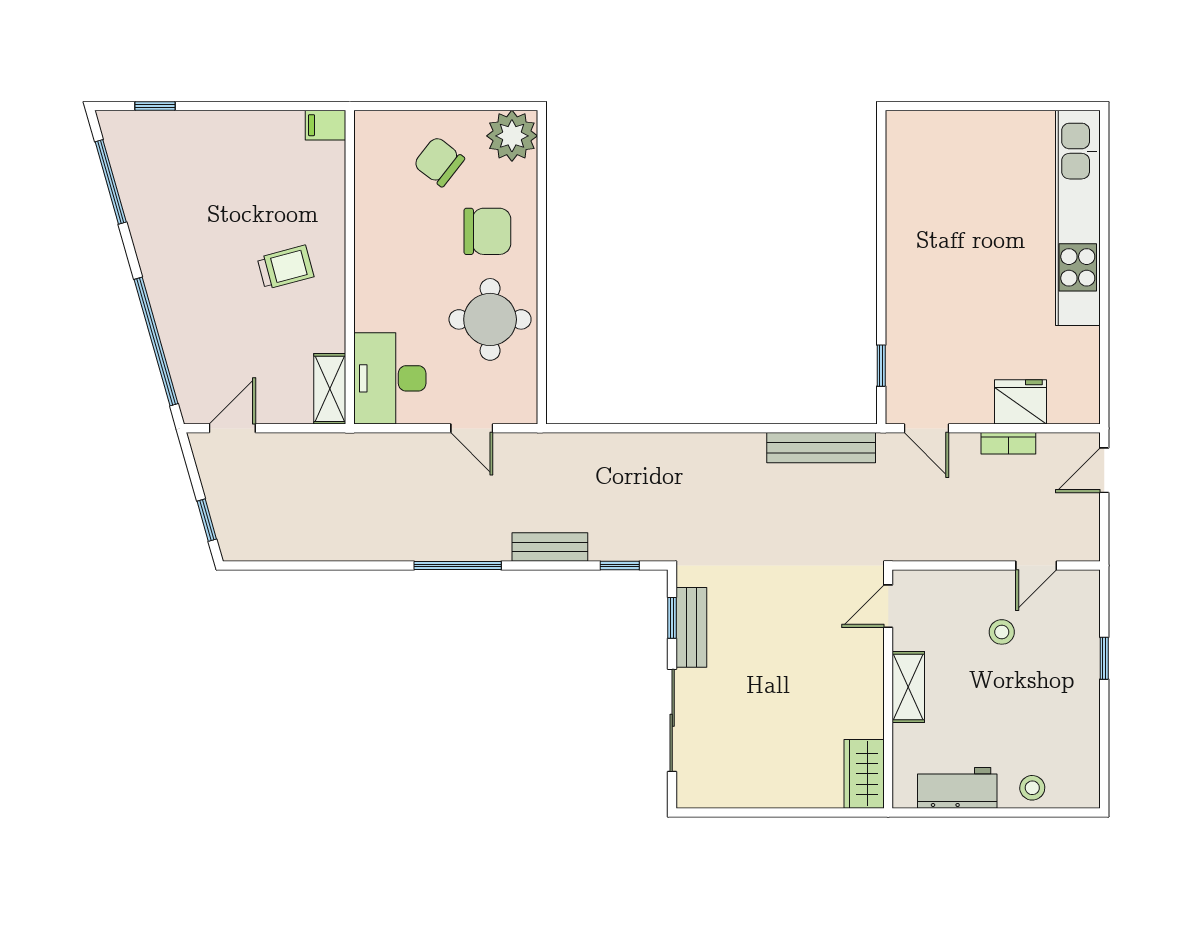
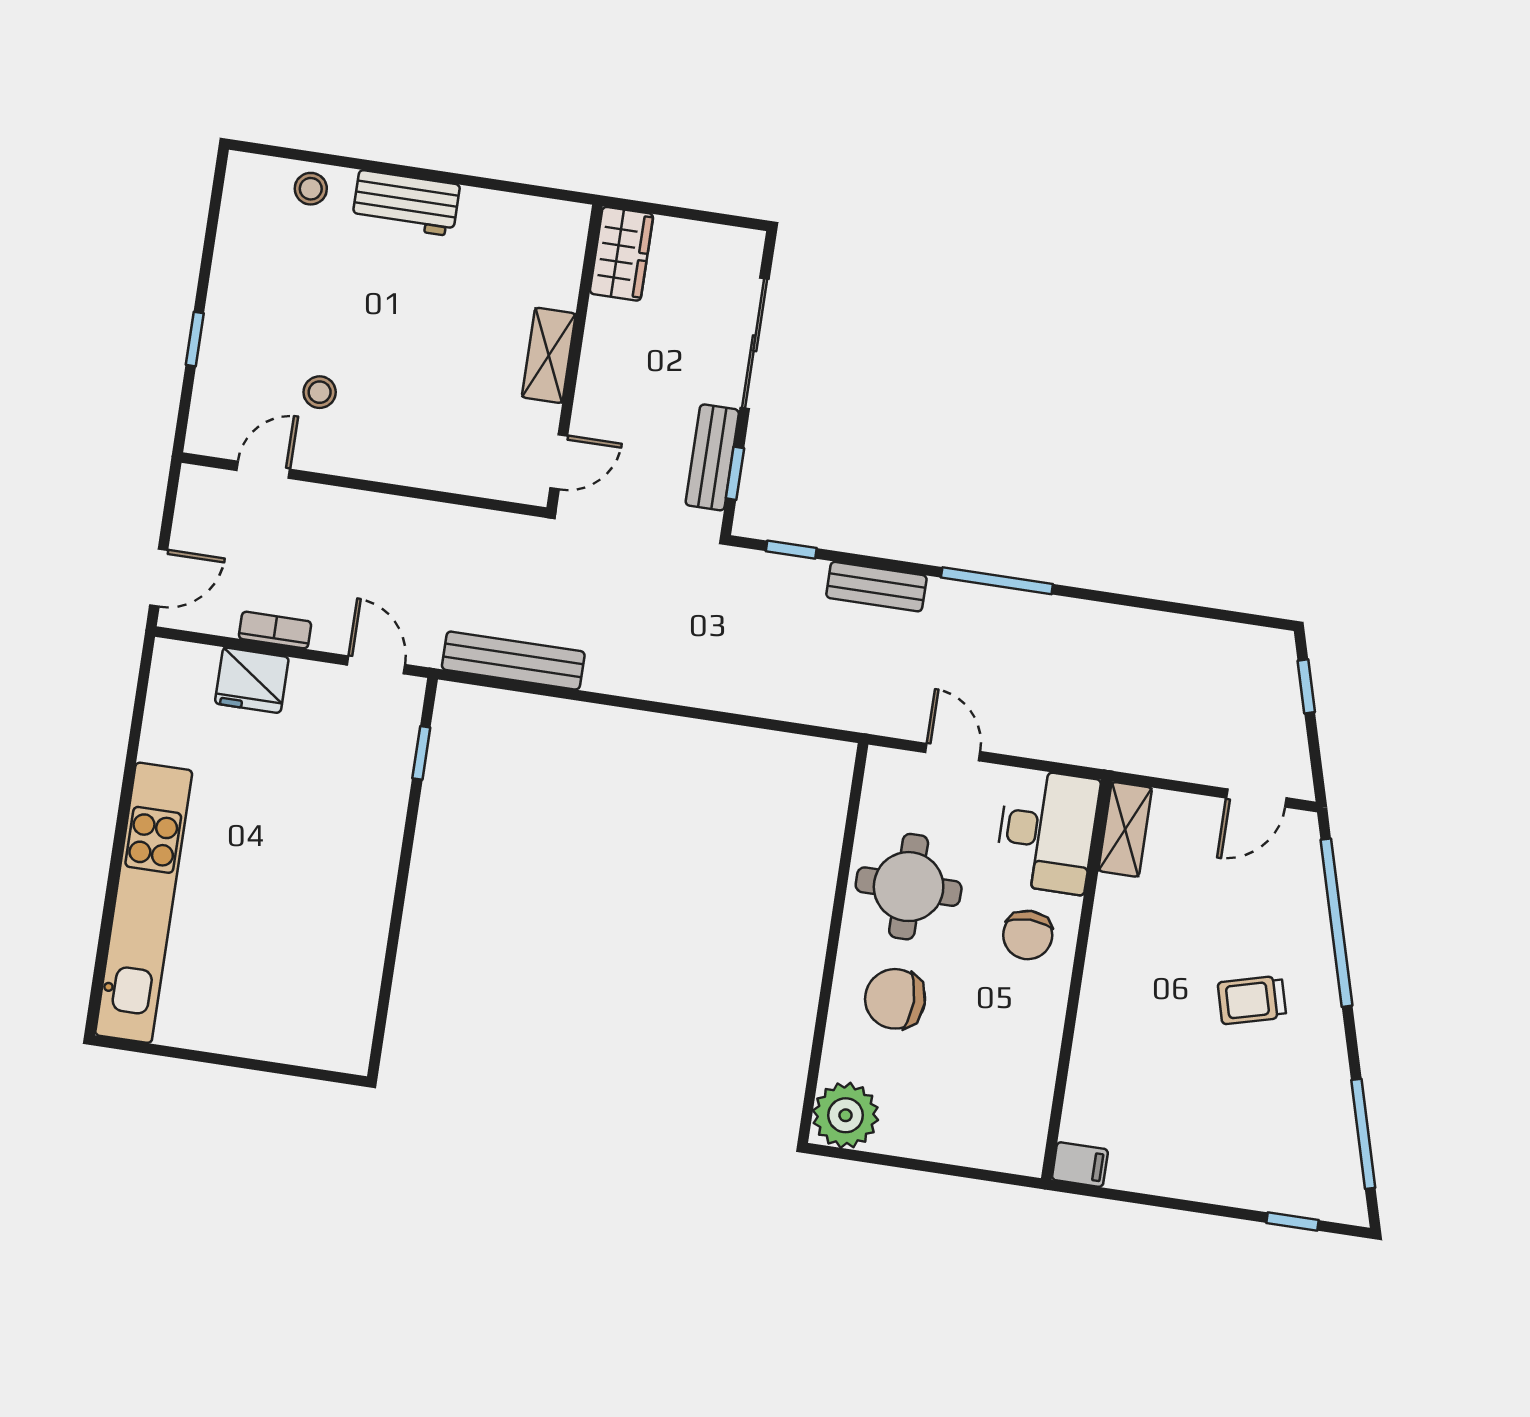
chair: (439, 162) -> (1028, 935), moved, turned 52
trolley: (286, 267) -> (1252, 1000), moved
door: (888, 606) -> (559, 462), moved
shelving: (908, 687) -> (549, 355), moved
wall: (888, 689) -> (575, 357), moved
wardrobe: (864, 774) -> (621, 254), moved

